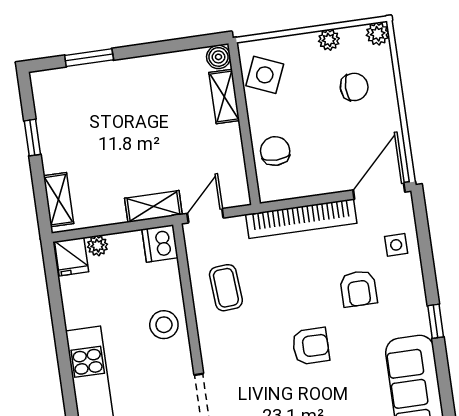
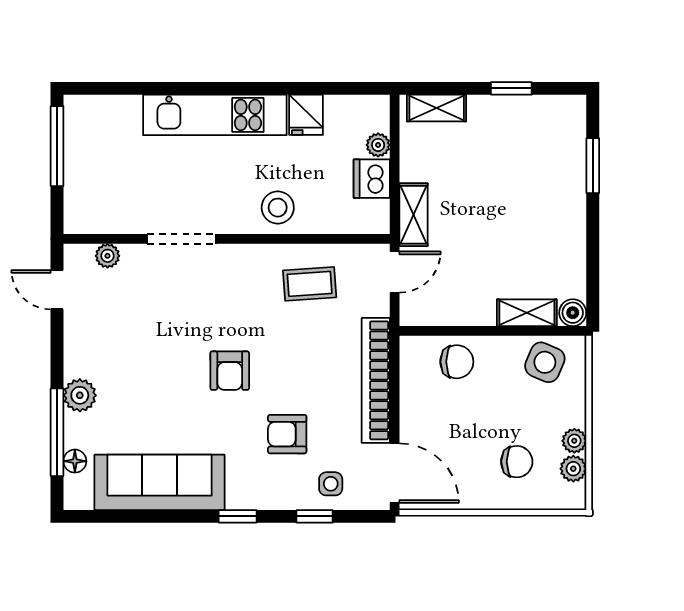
plant: (378, 34) -> (573, 469), moved
chair: (354, 87) -> (517, 462), turned -90
door: (205, 216) -> (395, 272), hinge flipped
dishwasher: (160, 243) -> (372, 179), moved, turned -90
window: (426, 255) -> (315, 516), added
fridge: (72, 257) -> (306, 115), moved, turned -90

